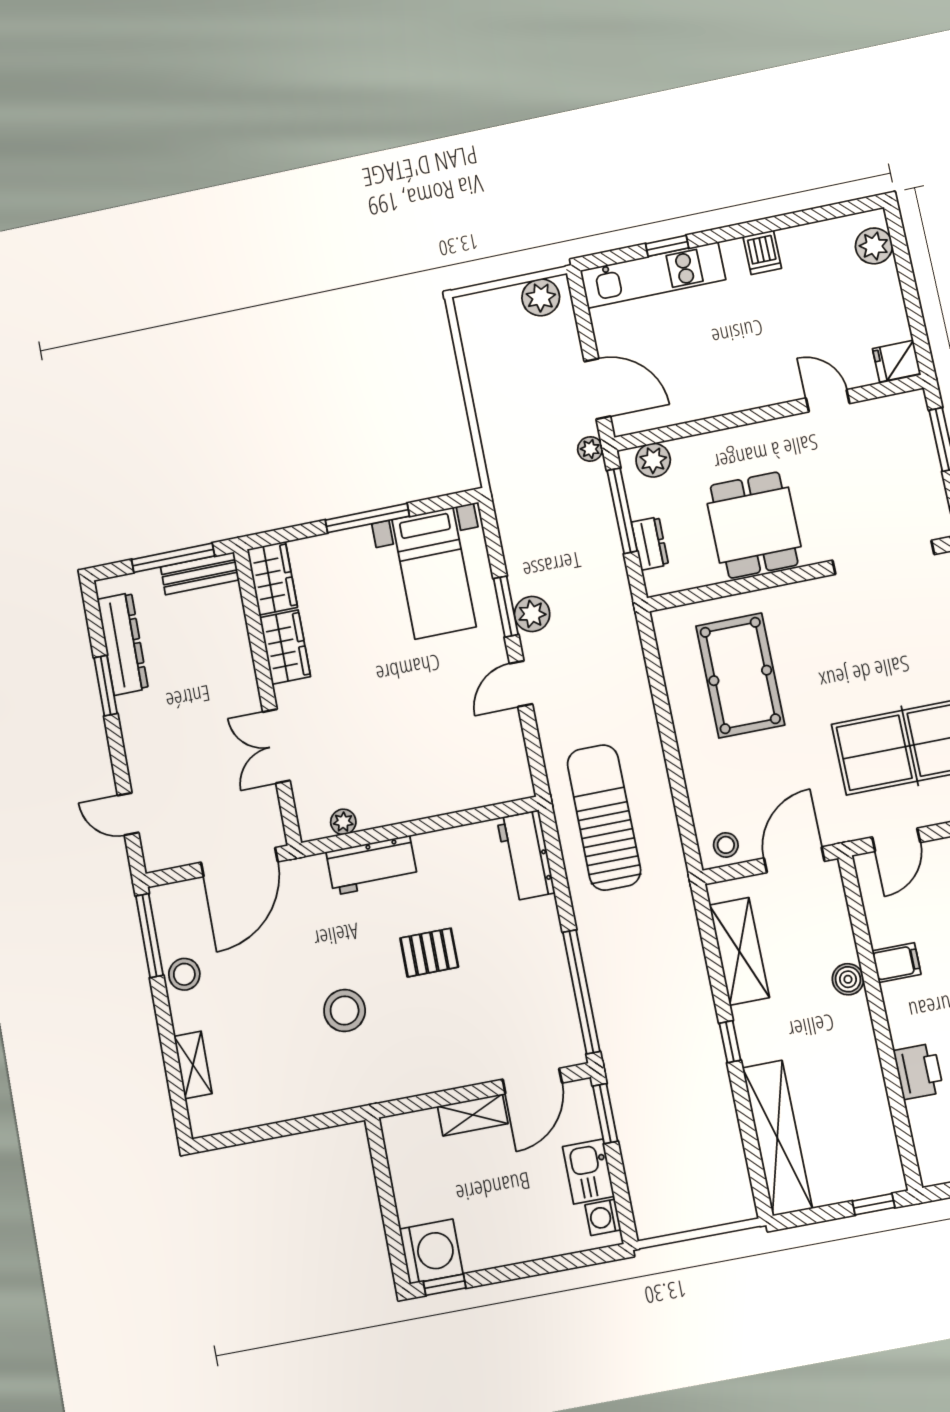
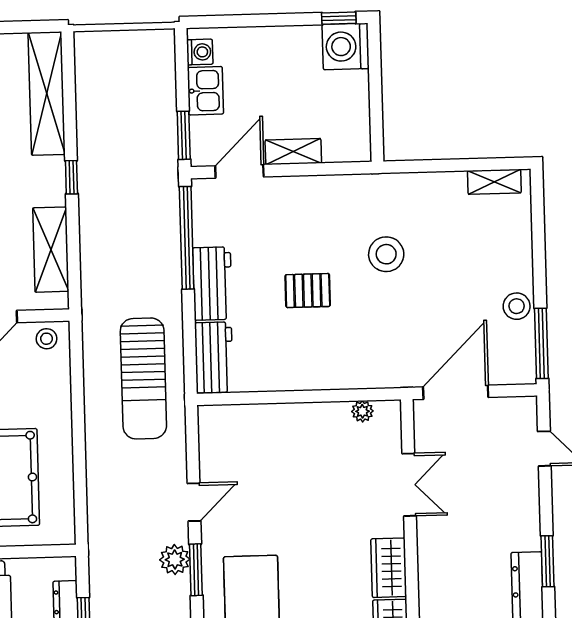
workbench: (372, 865) -> (212, 283), moved, turned 90
shelving: (193, 1065) -> (494, 182), moved, turned 90

